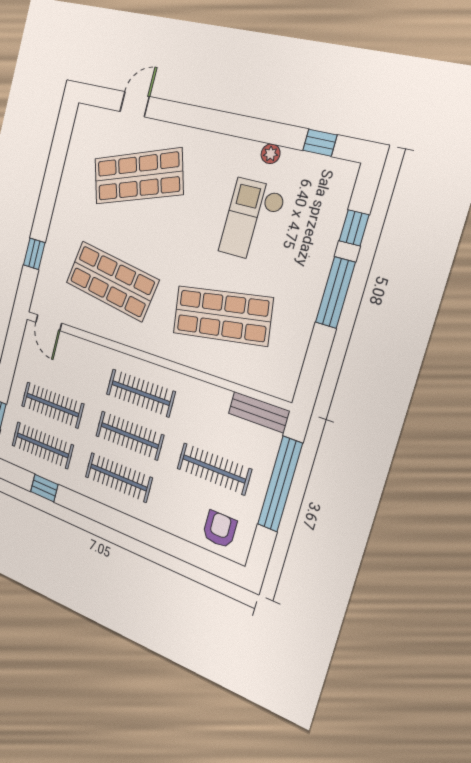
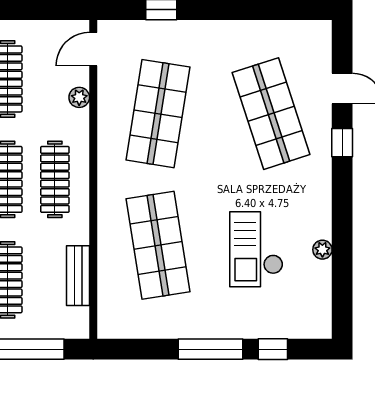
window: (320, 143) -> (342, 143), moved
checkout: (252, 220) -> (256, 249), turned -90
plant: (82, 348) -> (79, 97), added
bench: (259, 412) -> (78, 276), moved

